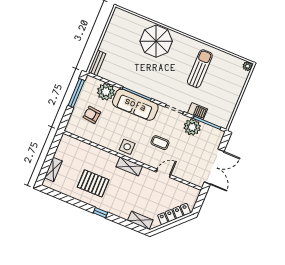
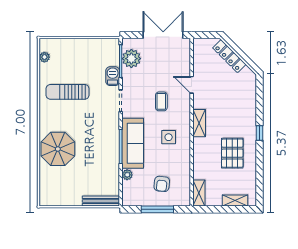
bench: (97, 63) -> (101, 201), width x1.36
plant: (248, 66) -> (44, 57), moved
plant: (106, 92) -> (127, 175), width x0.53, depth x0.53
window: (76, 93) -> (157, 209), moved
plant: (192, 127) -> (131, 59), moved
side table: (127, 147) -> (169, 137), moved
shelving: (140, 220) -> (199, 193), moved

